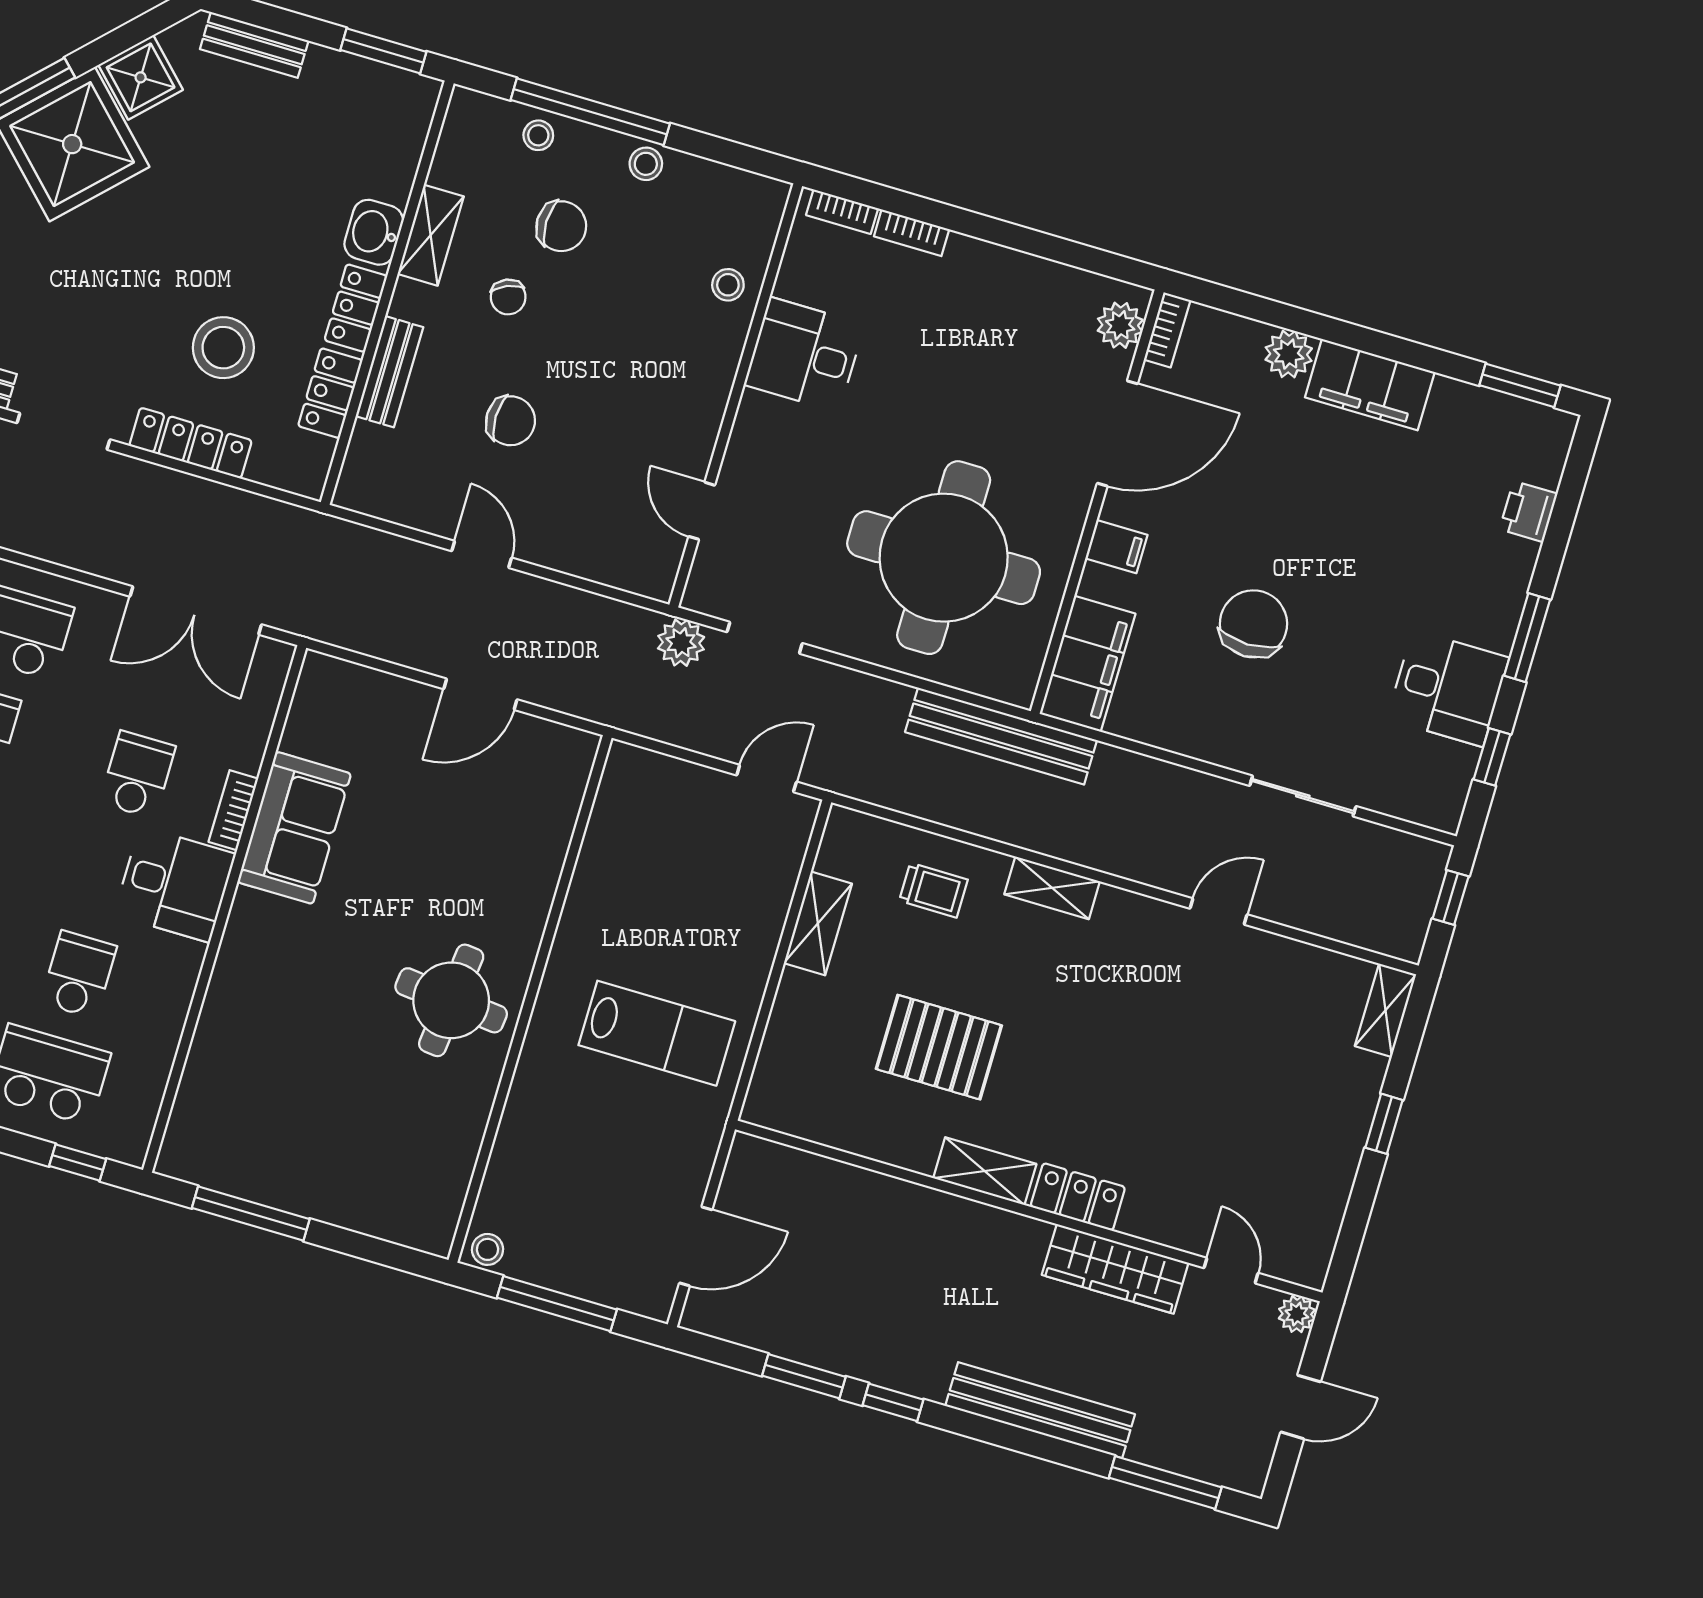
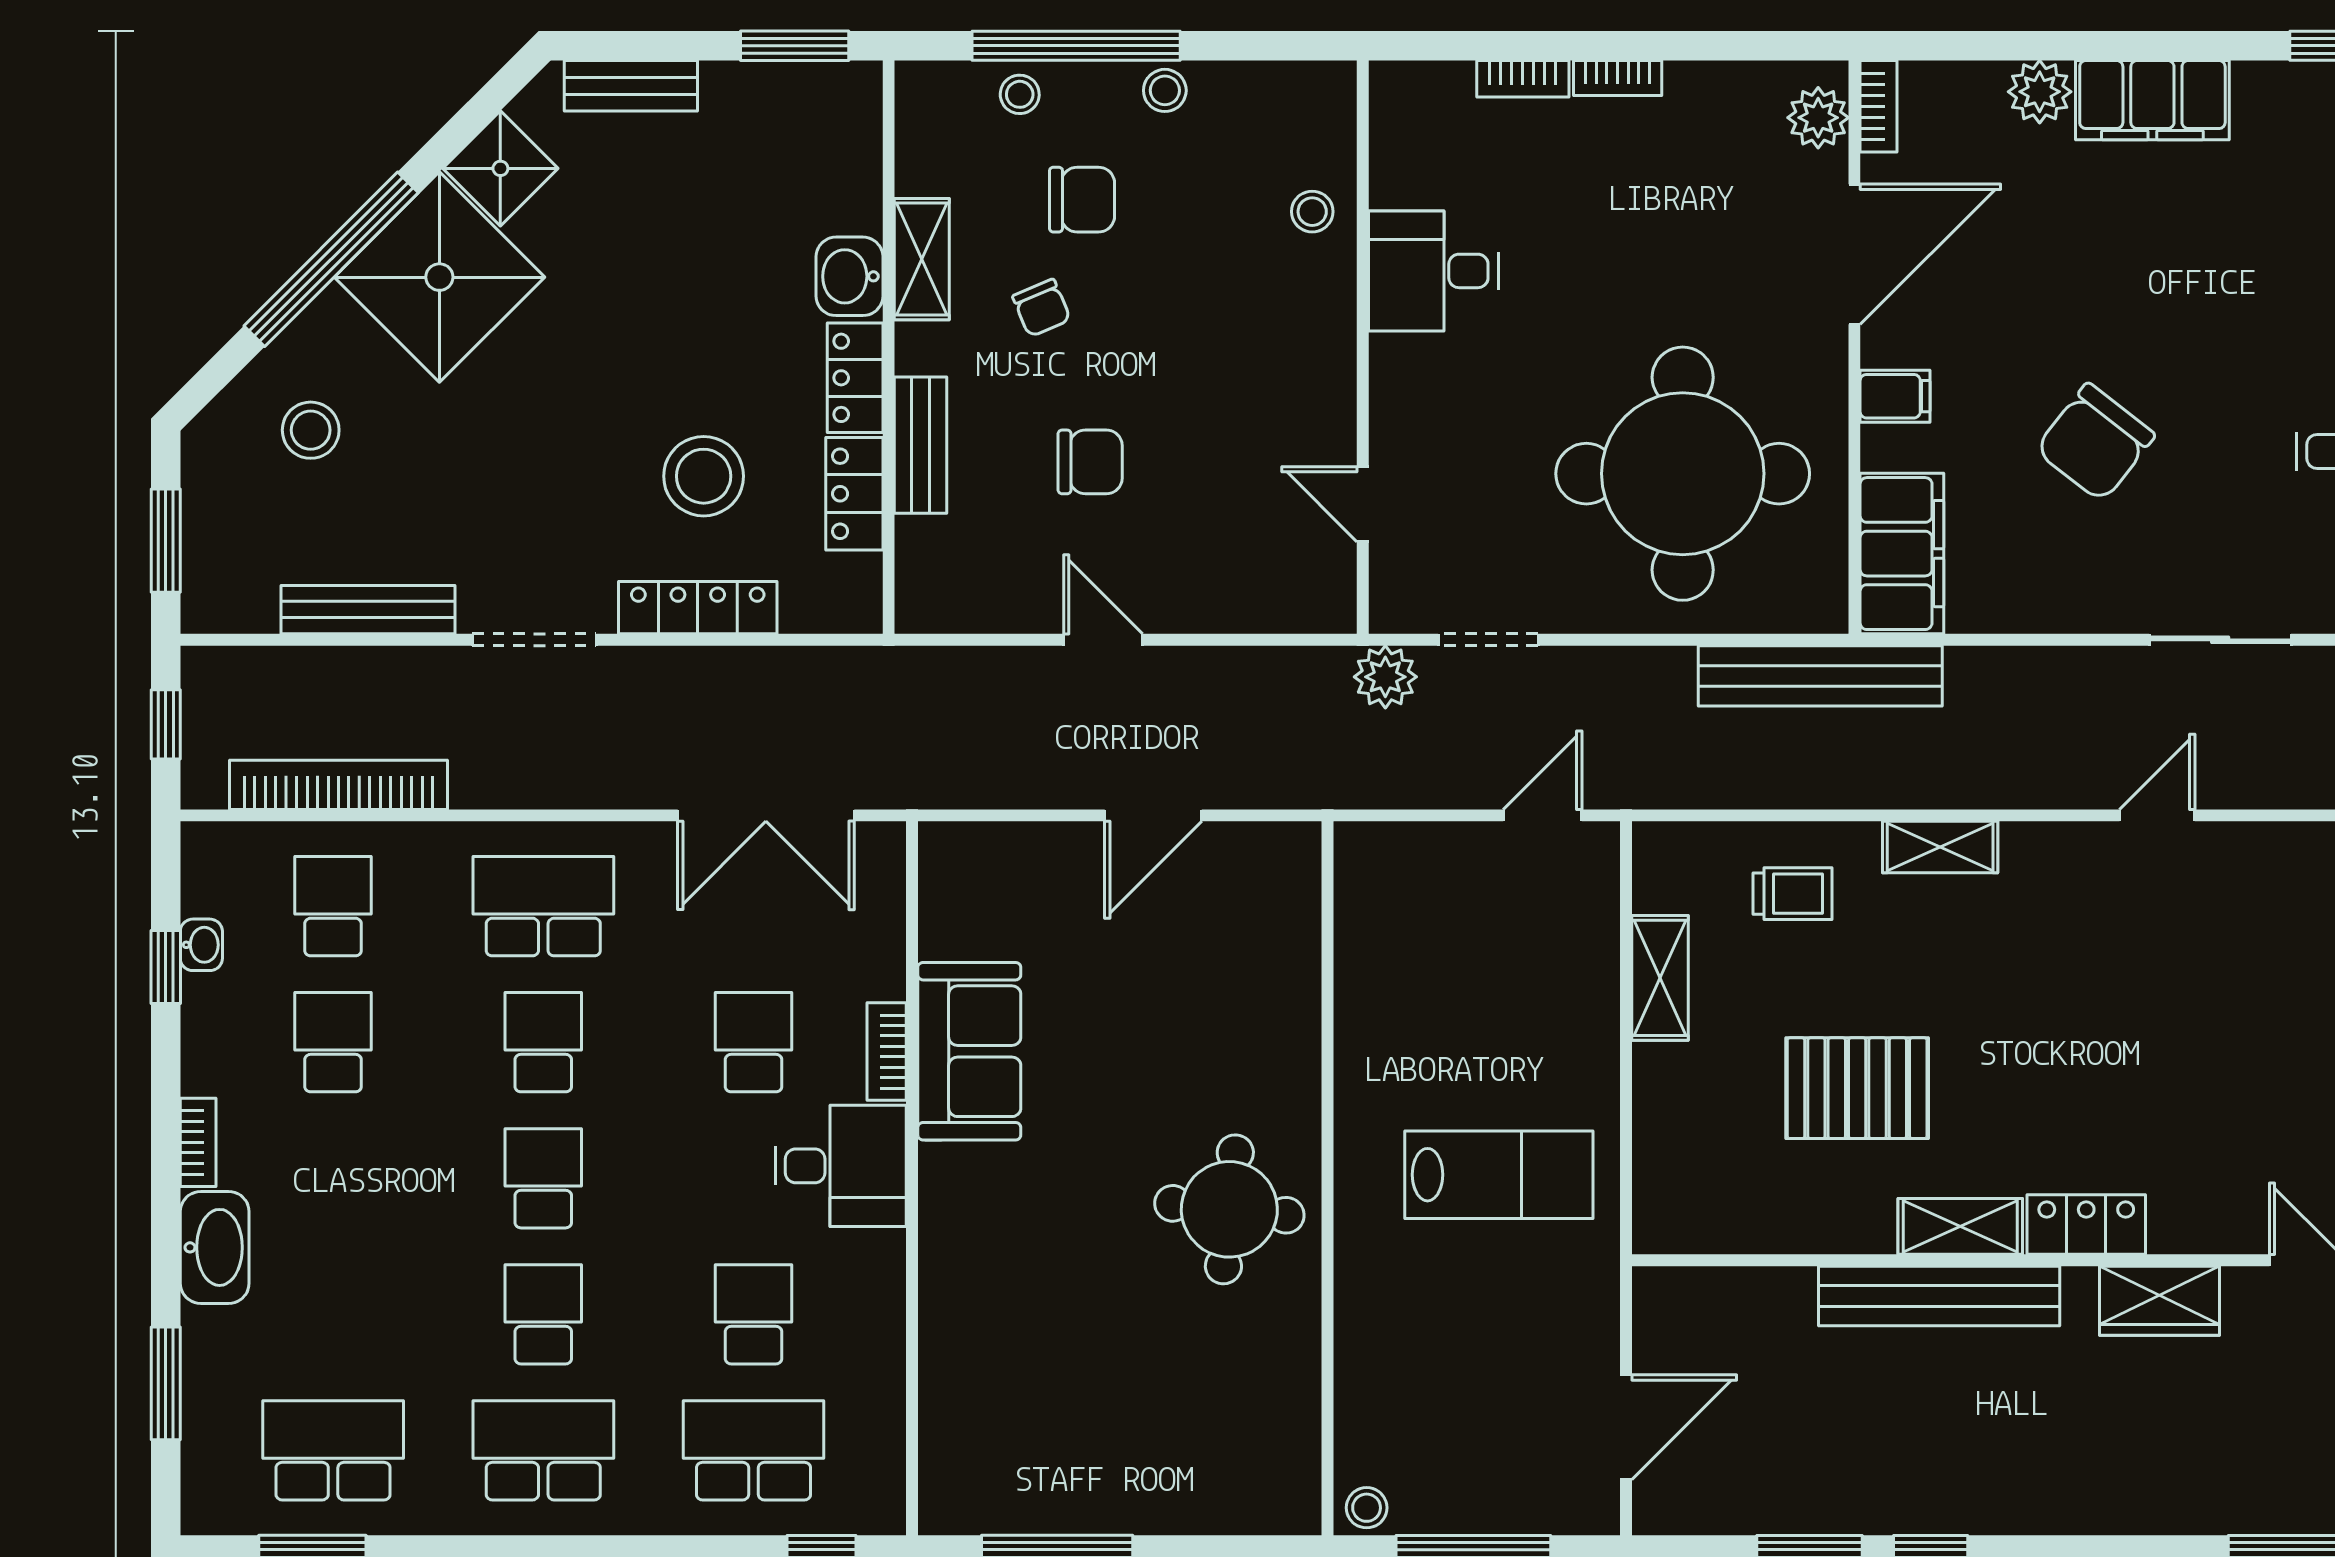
bookcase: (842, 212) -> (1618, 78), moved
chair: (1253, 624) -> (2095, 442), turned -142
wardrobe: (1115, 1269) -> (2160, 1301), width x0.67
bench: (1040, 1410) -> (1939, 1296), moved

